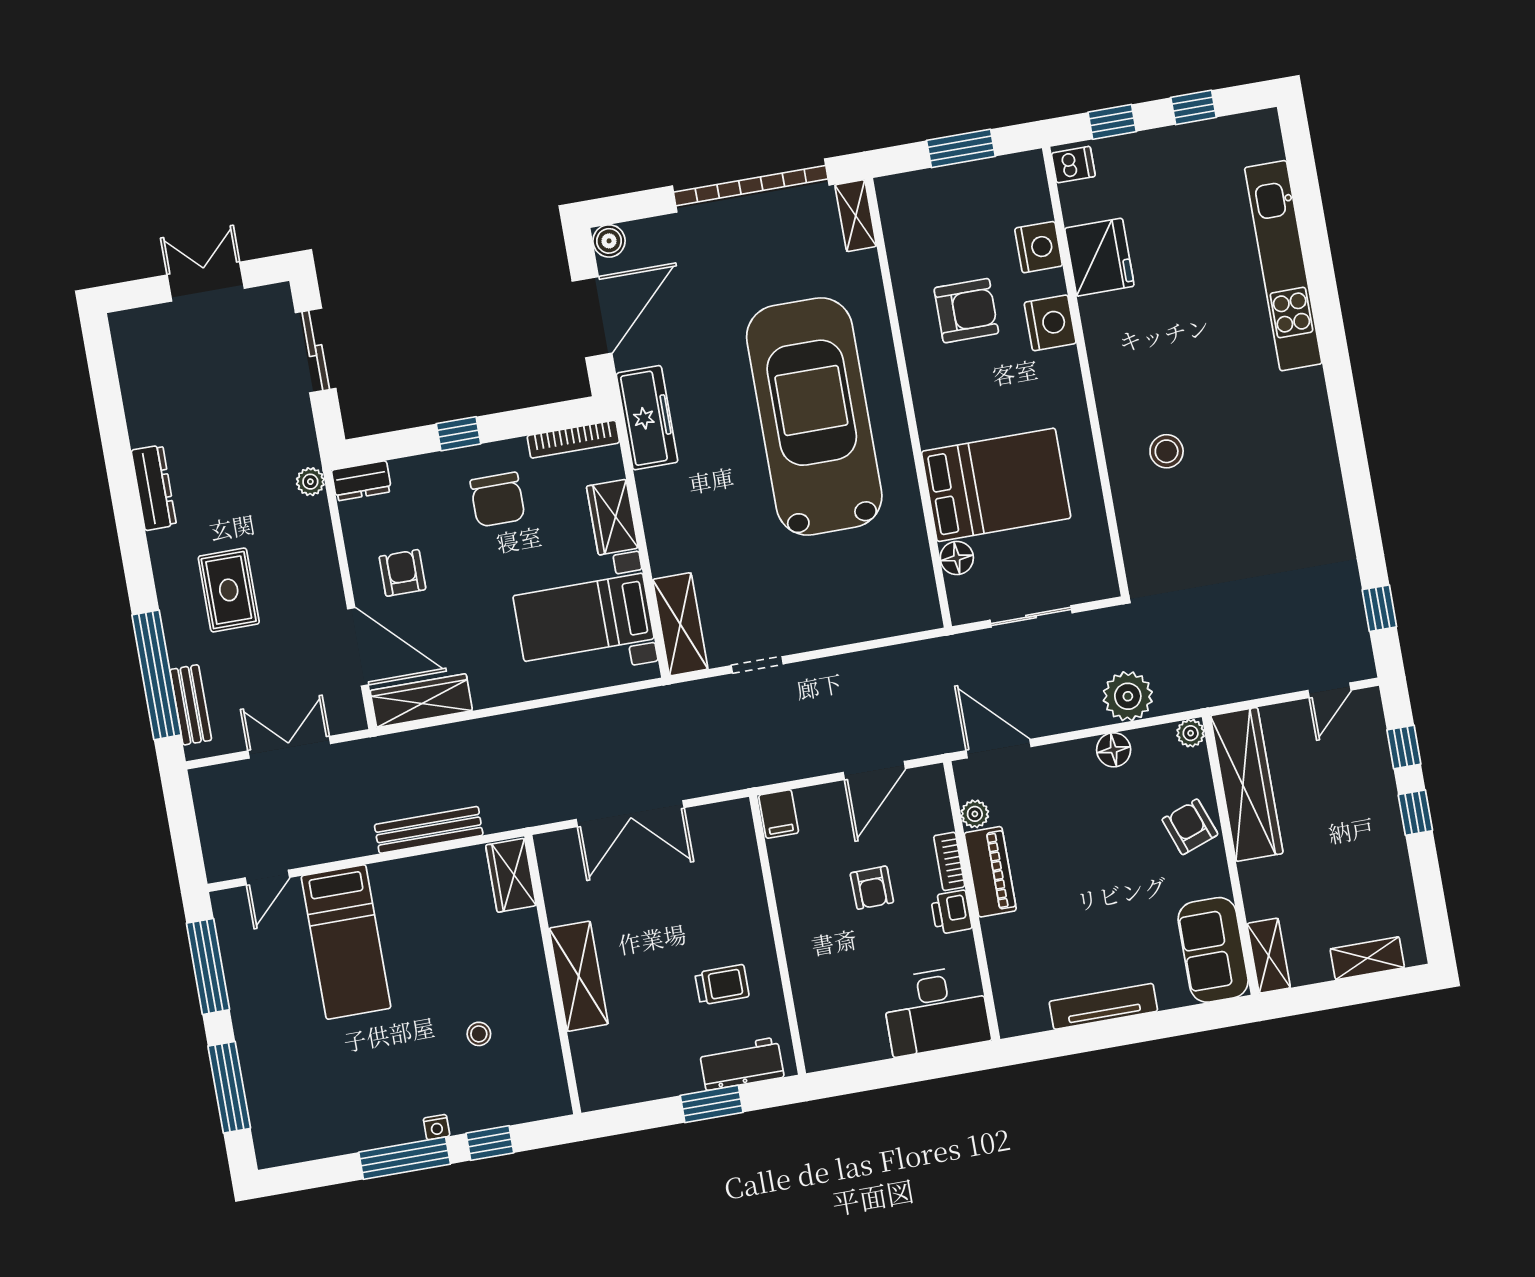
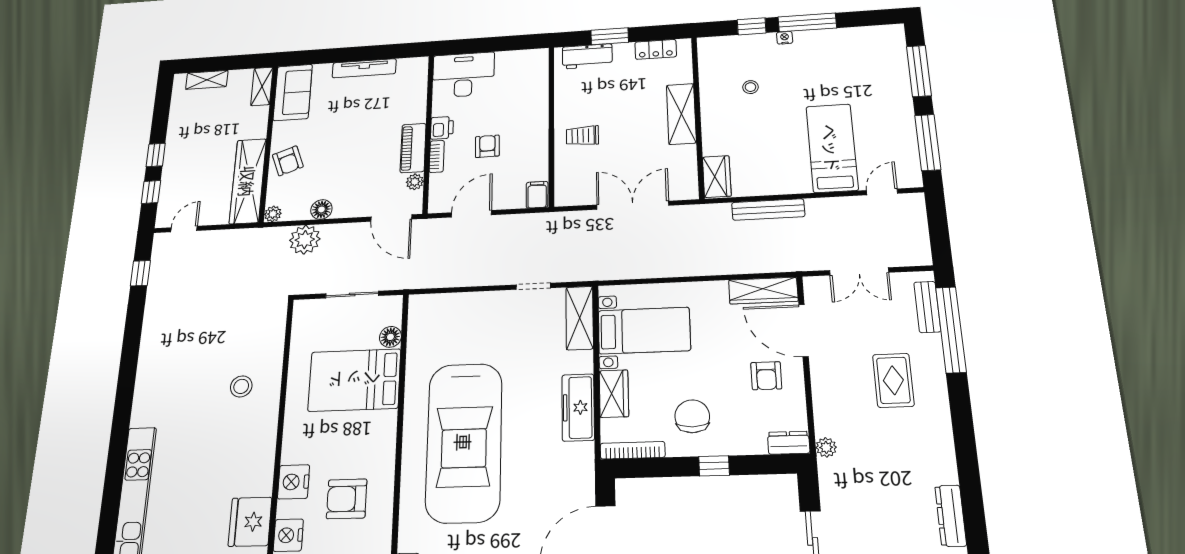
freezer: (647, 418) -> (578, 407), moved
dresser: (154, 488) -> (951, 516), moved
trolley: (722, 985) -> (582, 136), moved
locker: (635, 1087) -> (656, 49), added

